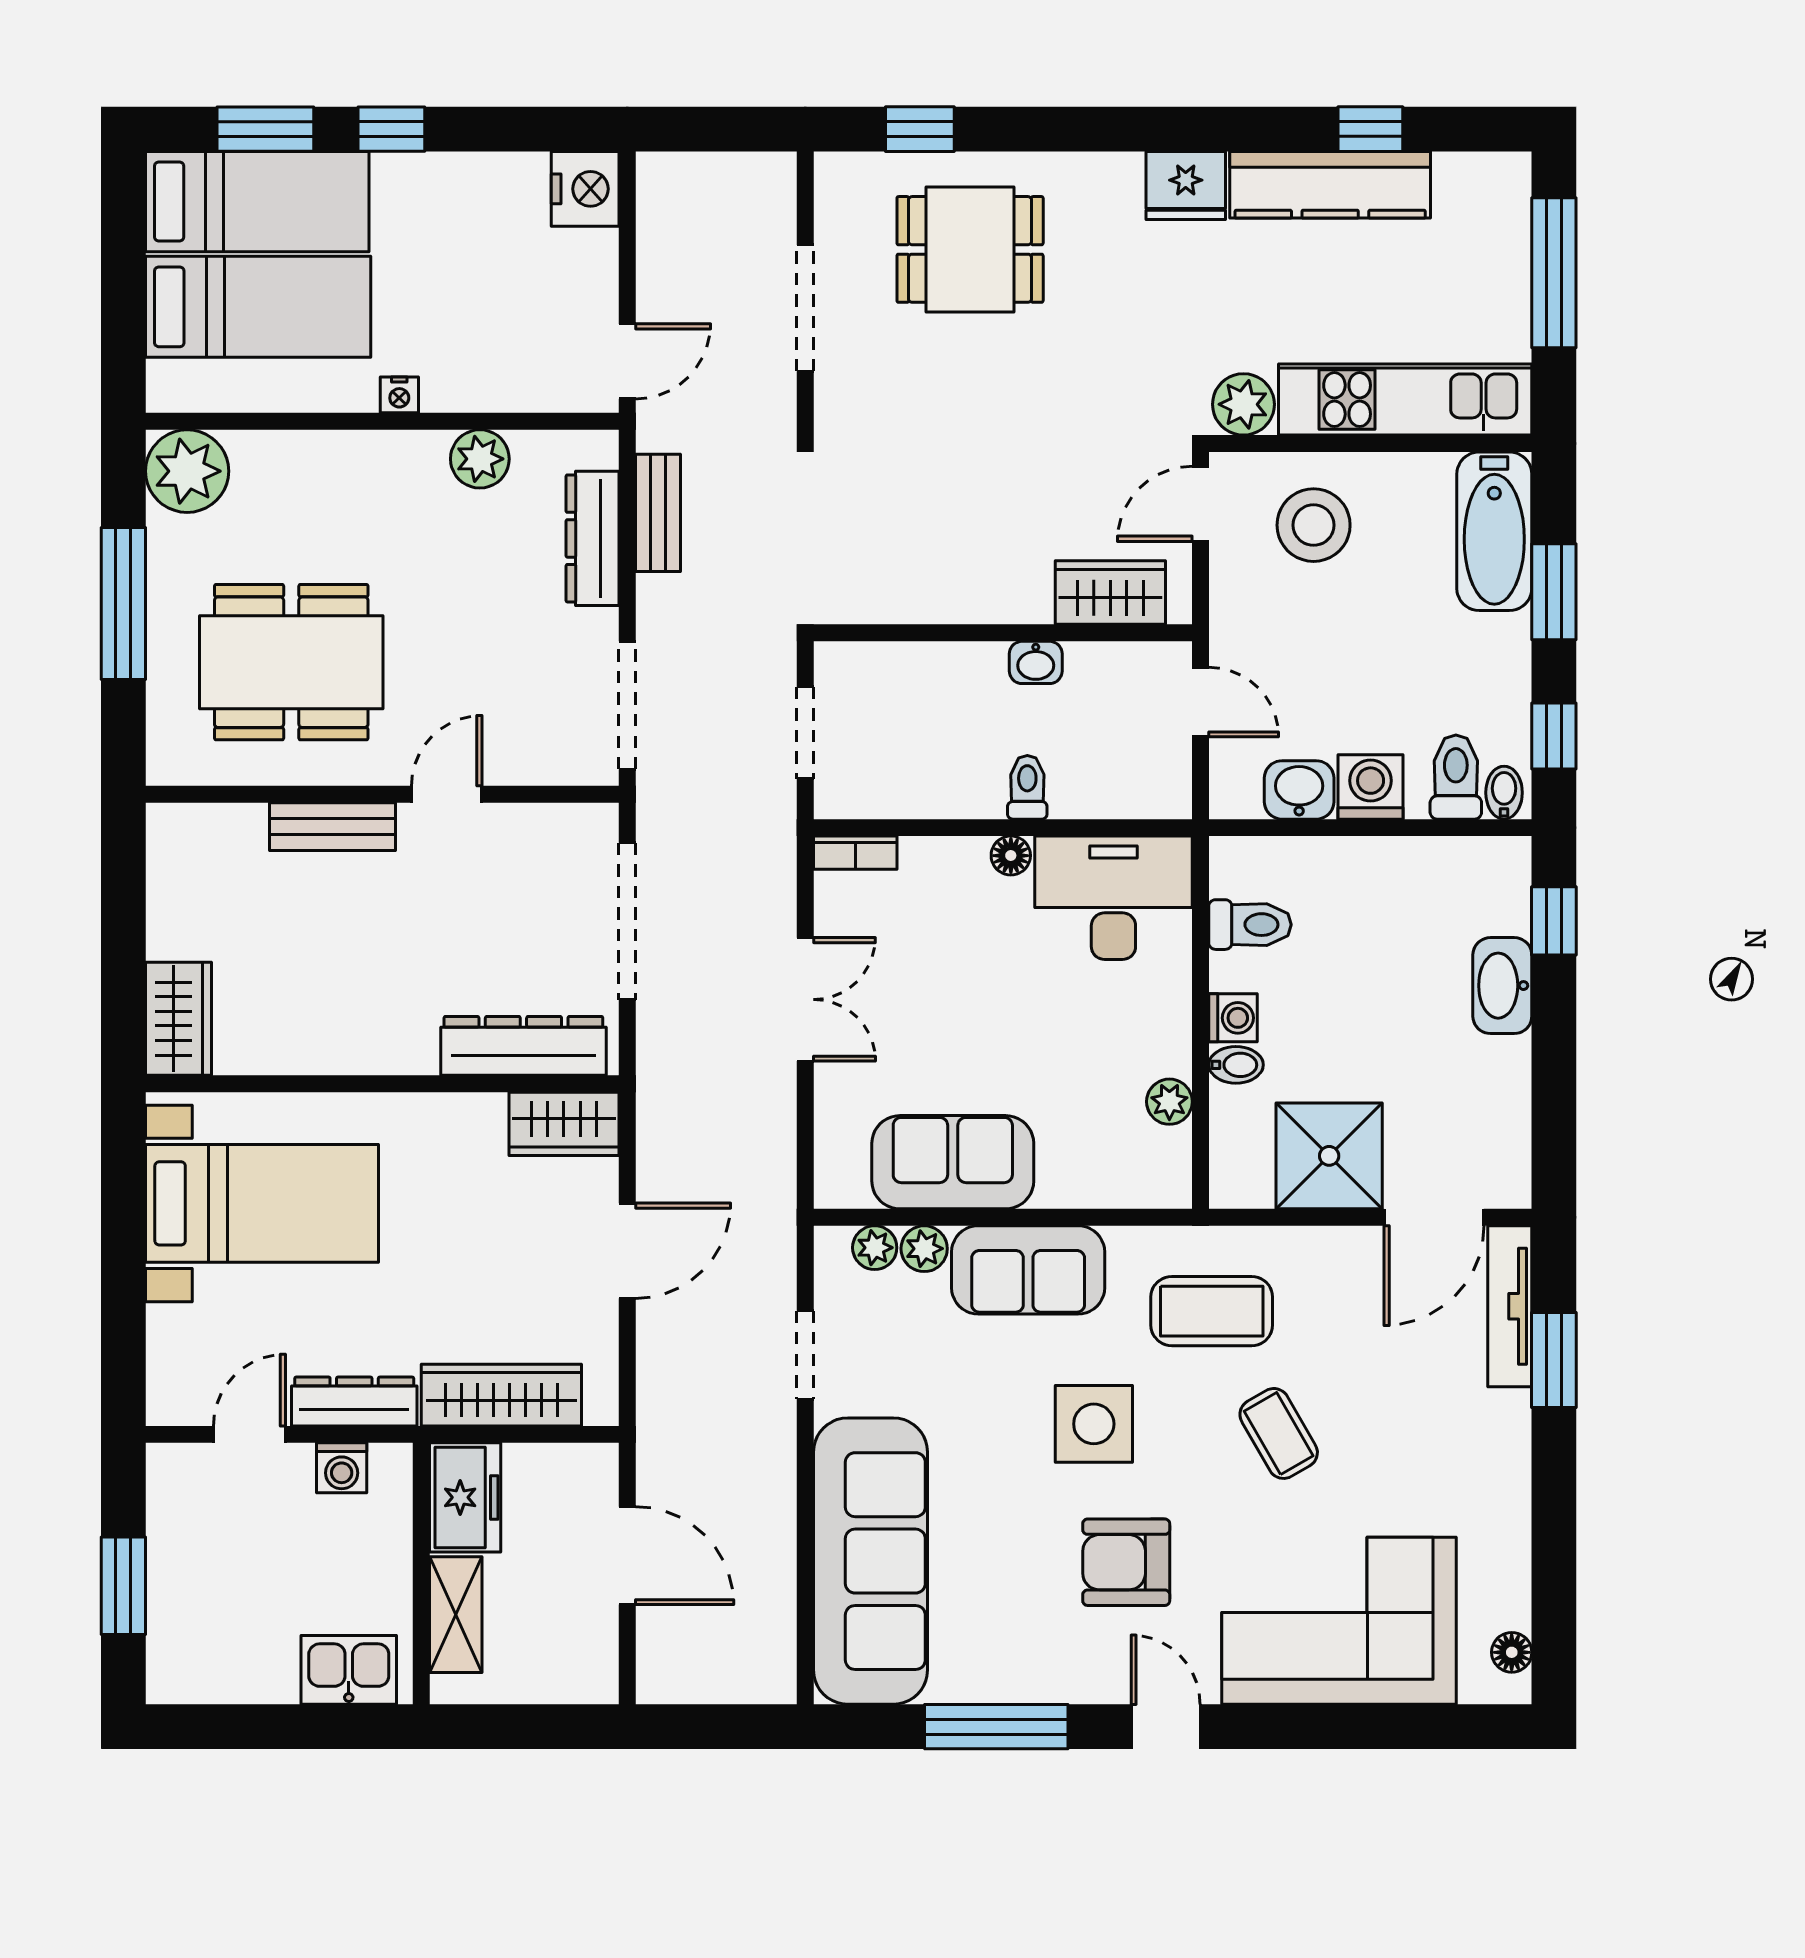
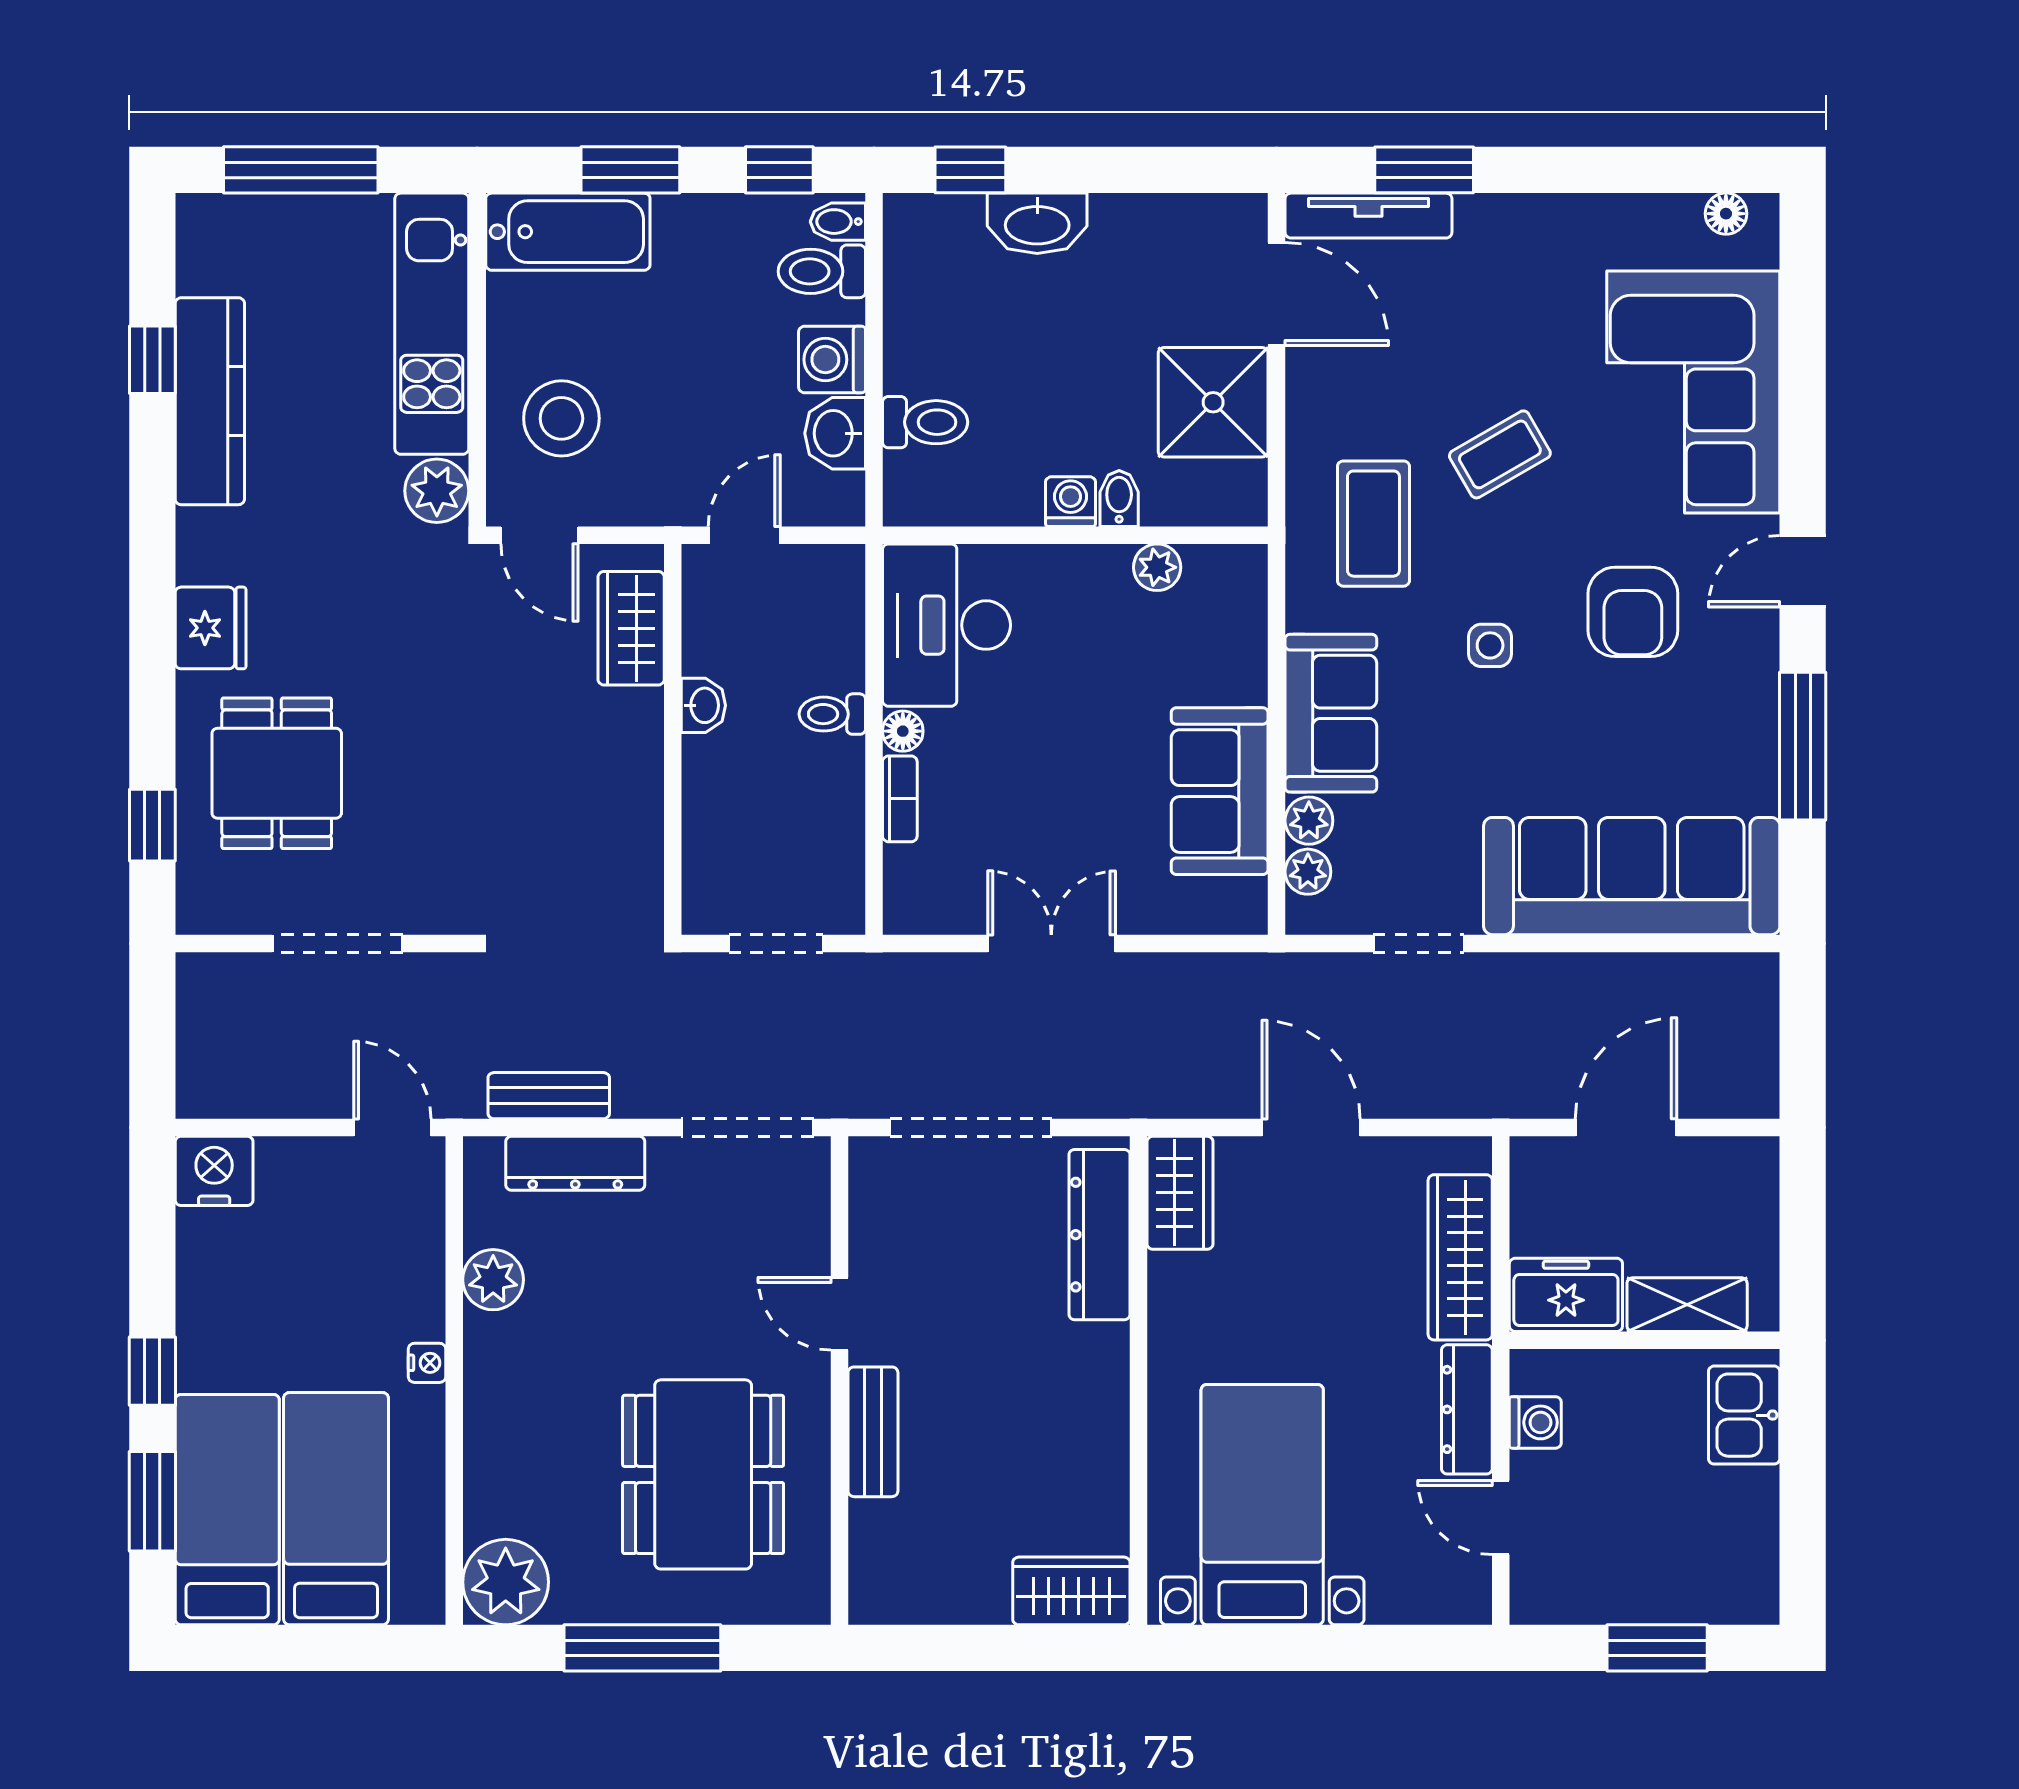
fridge: (1186, 185) -> (211, 628), moved
bookcase: (855, 853) -> (900, 799), moved
toilet: (1250, 925) -> (925, 422), moved, turned 90
side table: (1094, 1424) -> (1490, 645), width x0.54, depth x0.54

